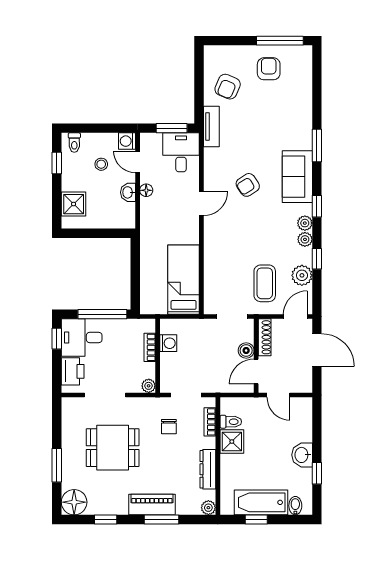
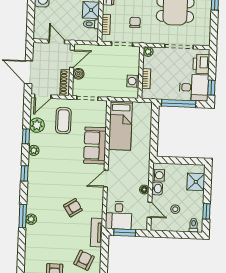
washing machine: (127, 141) -> (158, 175), moved
sofa: (297, 177) -> (95, 145), moved, turned 180
armchair: (248, 185) -> (73, 208), moved
plant: (305, 223) -> (31, 219), moved

